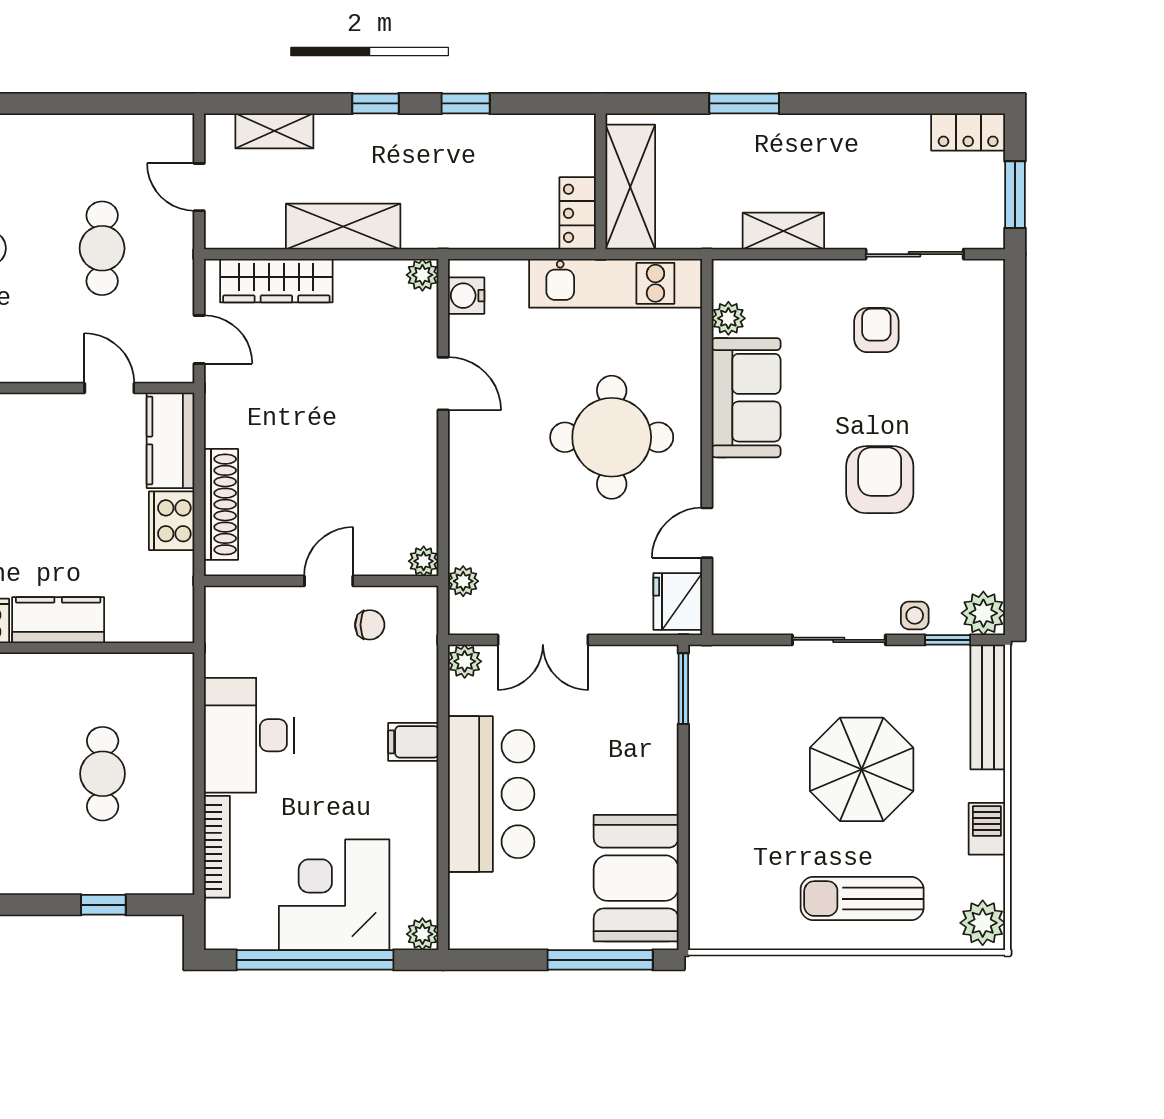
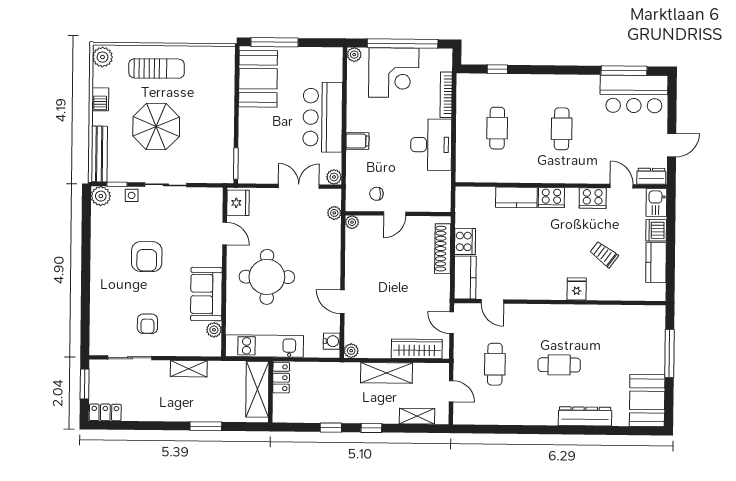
door: (707, 533) -> (225, 234), hinge flipped

